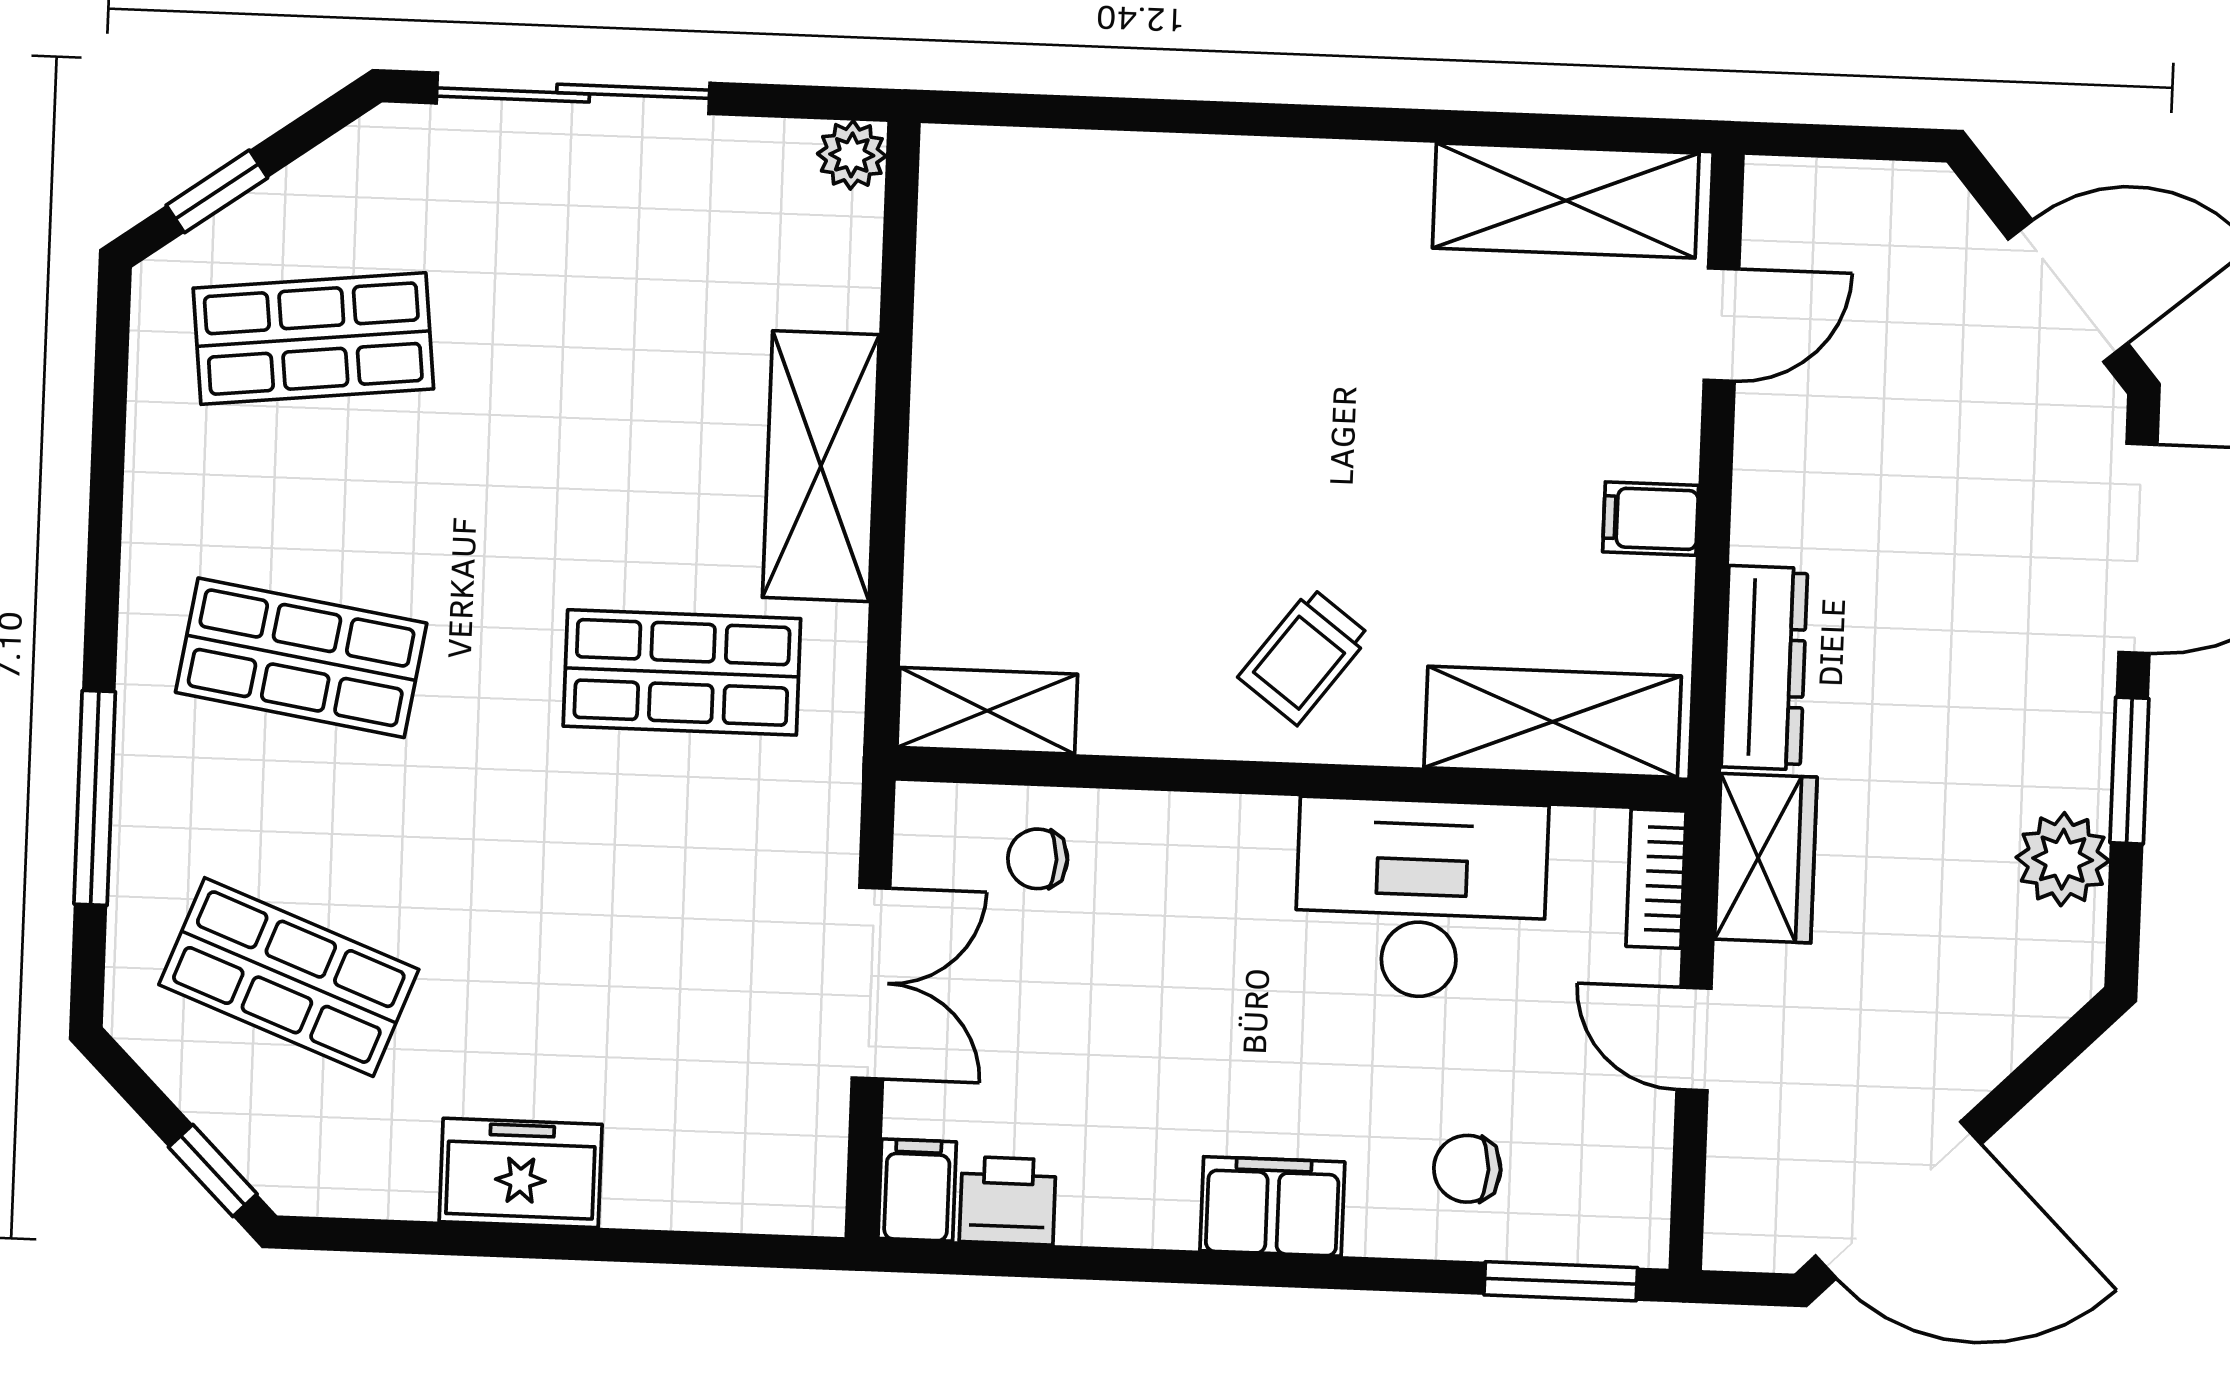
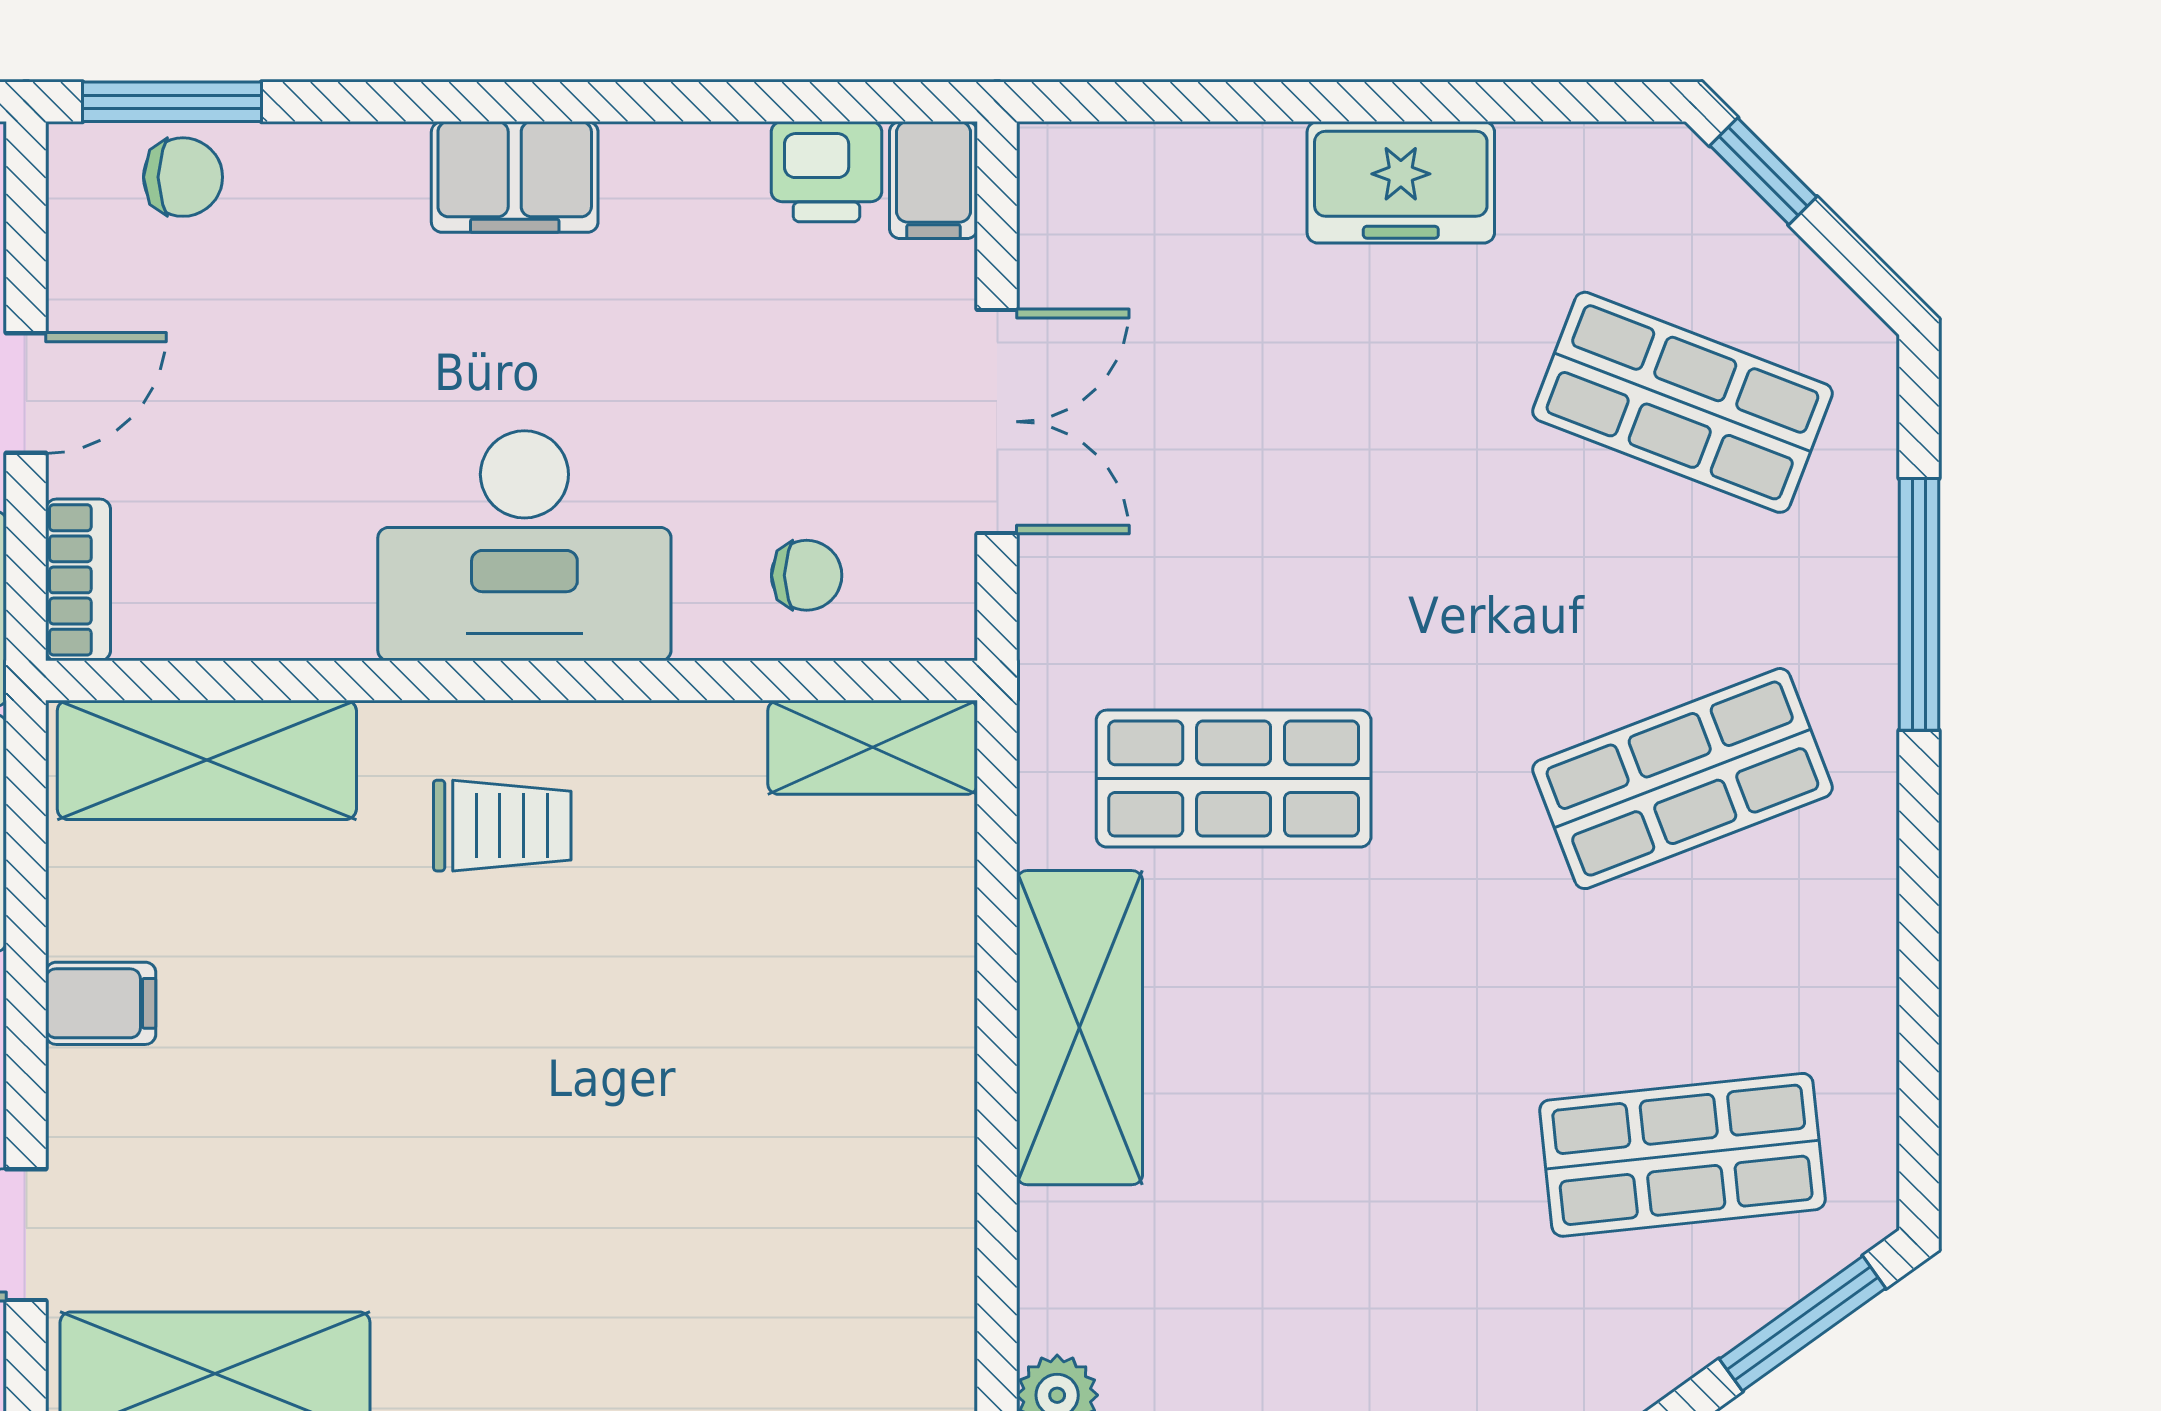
window: (217, 191) -> (1803, 1324), width x1.50
trolley: (1304, 656) -> (502, 826), turned 53
shop shelf: (301, 658) -> (1682, 779), turned -30
desk: (1421, 899) -> (524, 546), moved
double door: (871, 983) -> (997, 422), swing flipped
door: (1694, 1039) -> (26, 393), hinge flipped
chair: (1467, 1169) -> (183, 177), moved

